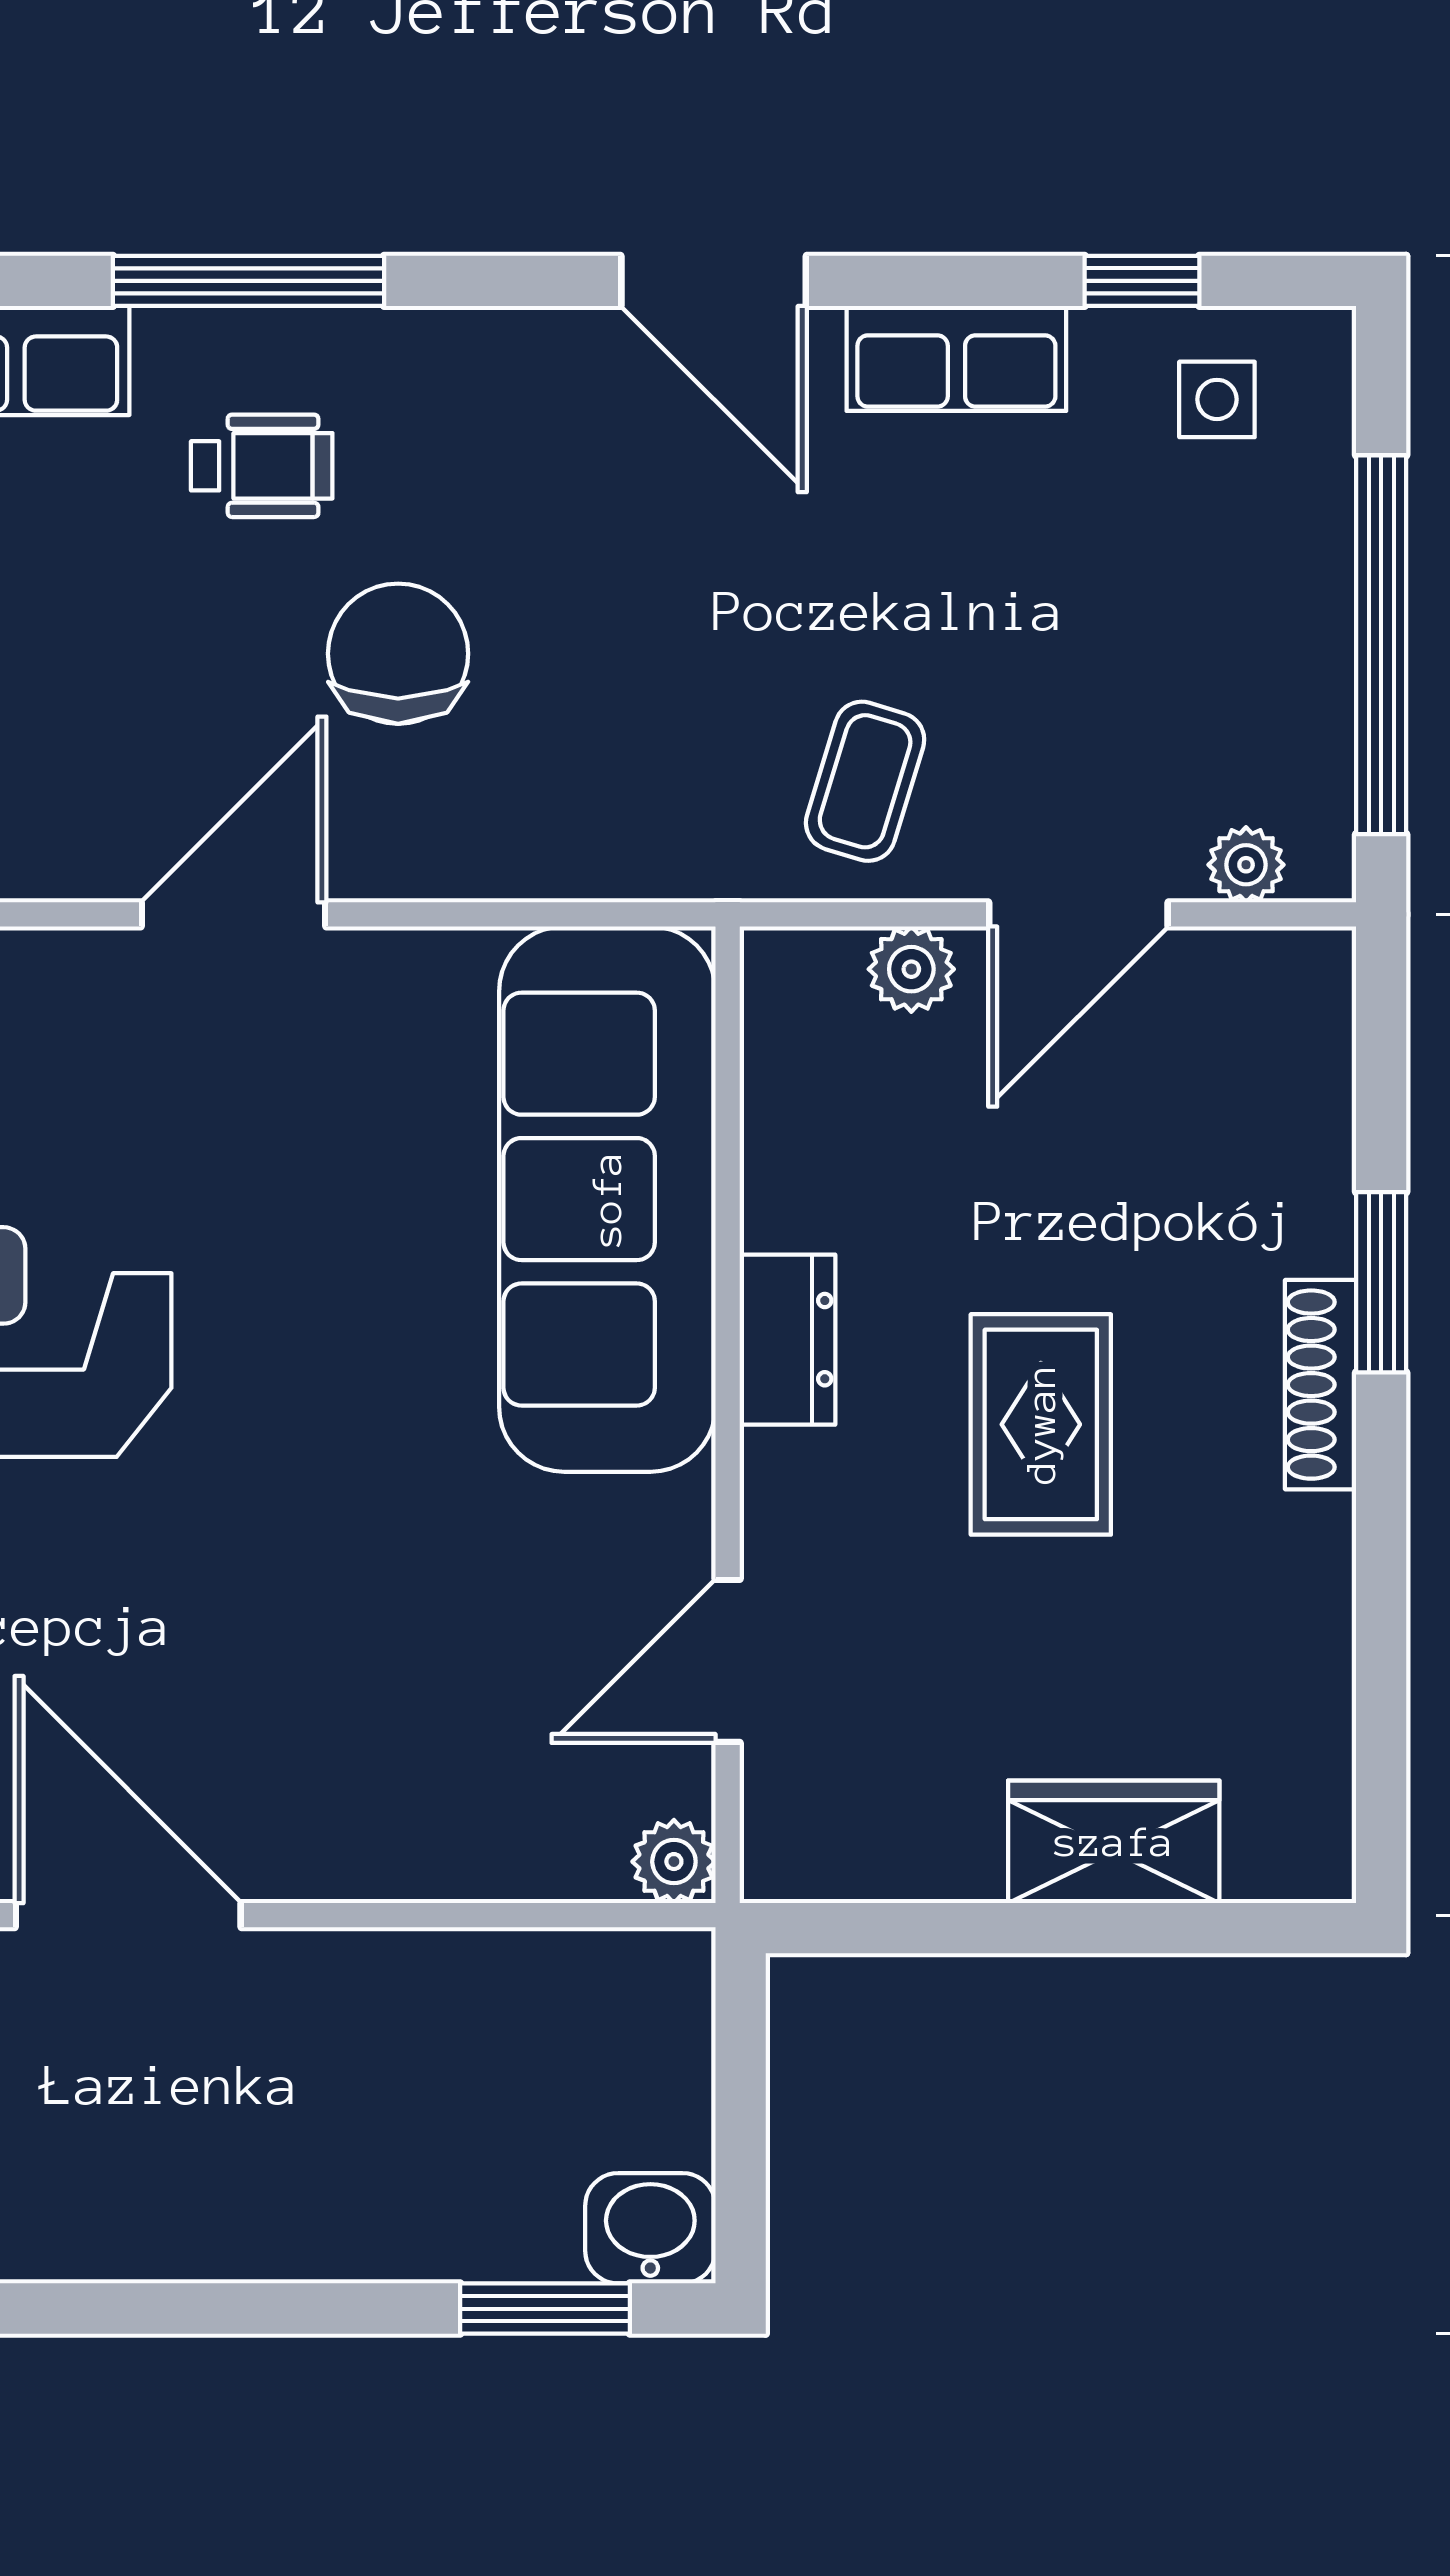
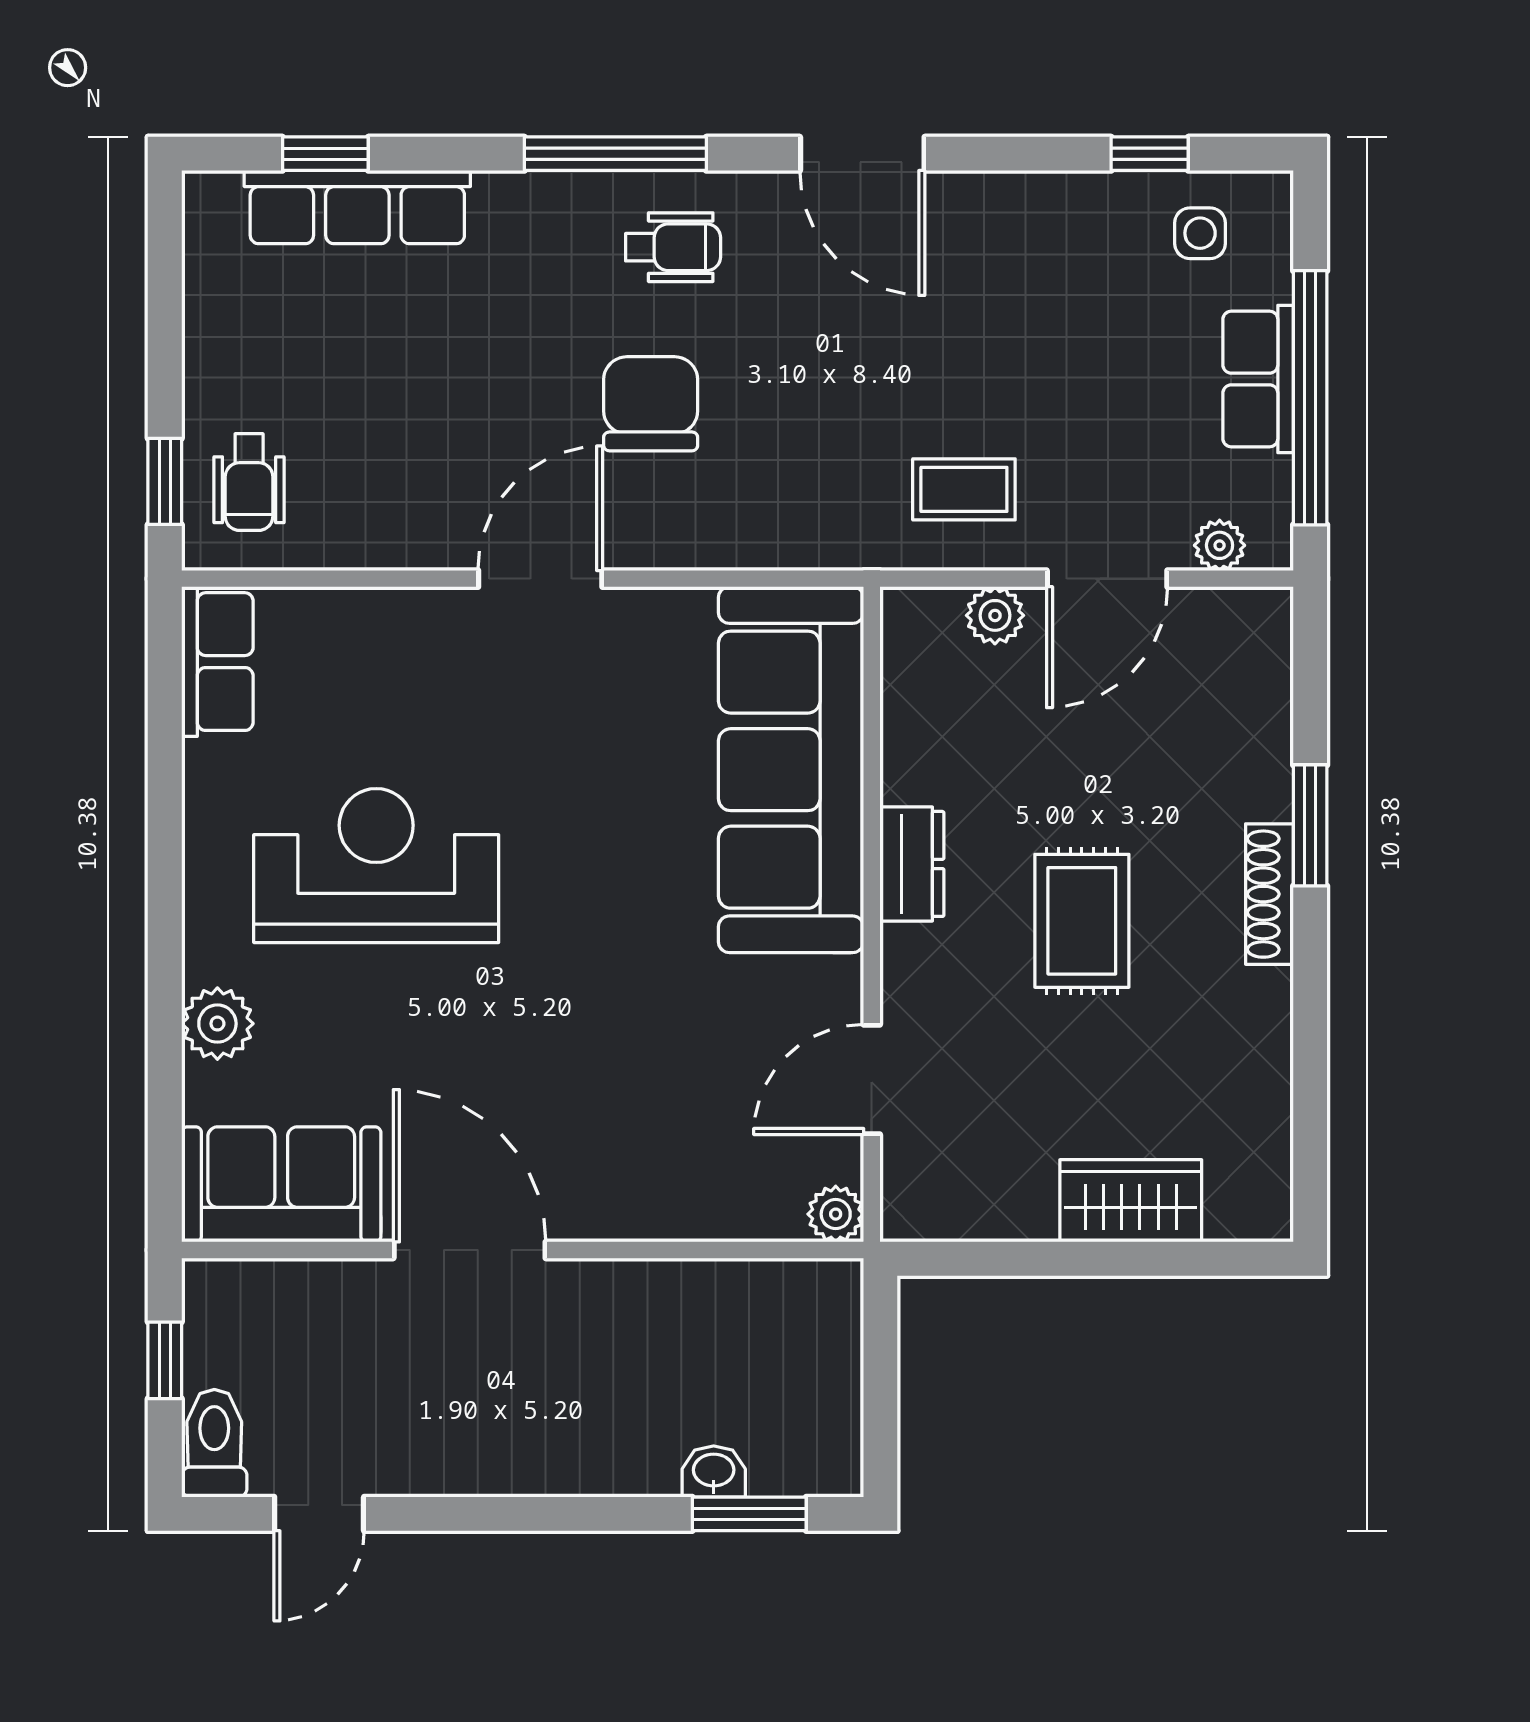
window: (248, 281) -> (615, 154), moved
row of seats: (956, 358) -> (1258, 379), moved, turned 90
wheelchair: (262, 466) -> (673, 247), moved
coffee table: (865, 781) -> (964, 489), turned 73
washbasin: (650, 2228) -> (714, 1472), moved, width x0.72, depth x0.69

